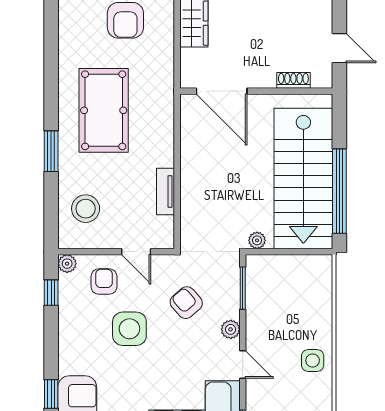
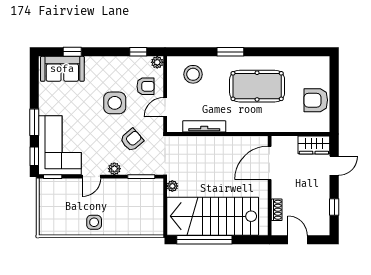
door: (339, 48) -> (298, 240), swing flipped
tv unit: (166, 192) -> (204, 126), width x1.41

